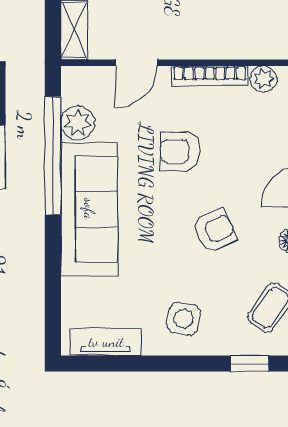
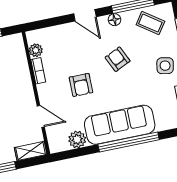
bookcase: (210, 76) -> (38, 71), width x0.64
window: (53, 156) -> (129, 142), moved

